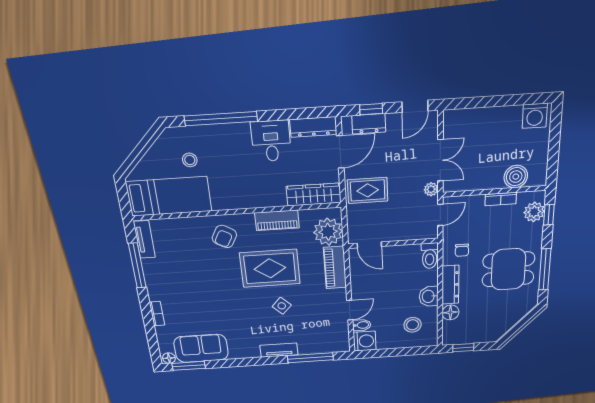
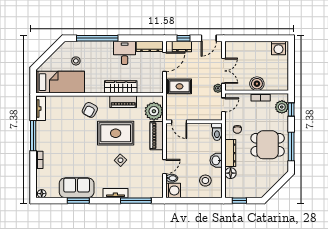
boiler: (516, 177) -> (257, 84), moved
wardrobe: (314, 195) -> (121, 87), moved
window: (137, 266) -> (33, 136), moved
sofa: (201, 348) -> (77, 188), moved
window: (189, 366) -> (78, 201), moved

